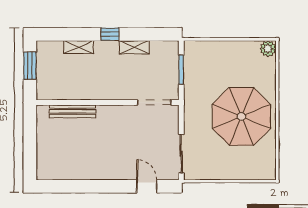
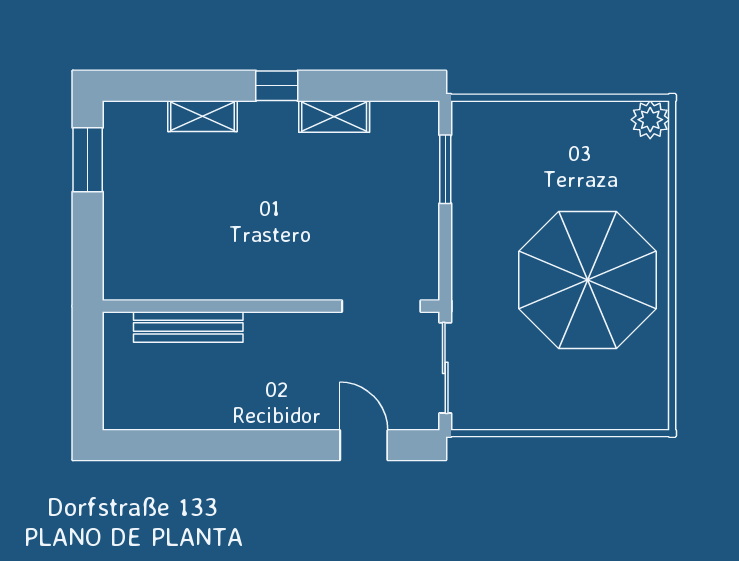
wall: (108, 102) -> (271, 306), moved
doorway: (154, 102) -> (381, 306), moved
bench: (73, 111) -> (188, 327), moved

